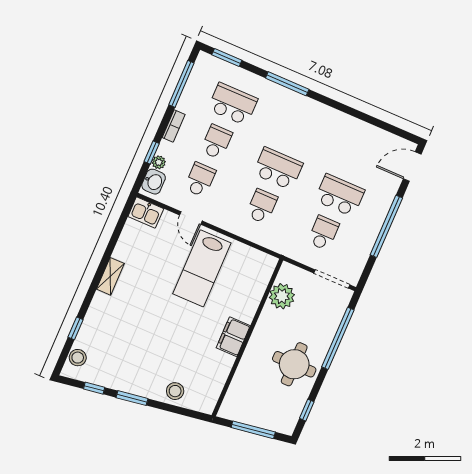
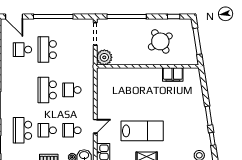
school desk: (323, 233) -> (22, 50), moved
lab bench: (202, 268) -> (142, 131), moved
plant: (282, 296) -> (104, 57), moved
filing cabinet: (233, 337) -> (173, 75), moved
round table: (294, 364) -> (160, 41), moved, turned -32
stool: (175, 391) -> (194, 94), removed

